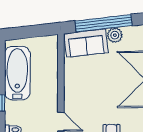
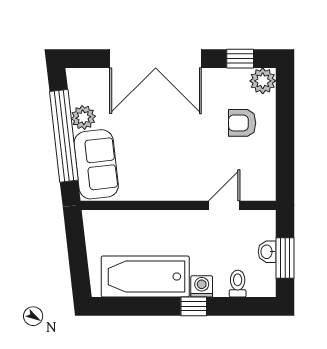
washing machine: (11, 108) -> (202, 286), added

